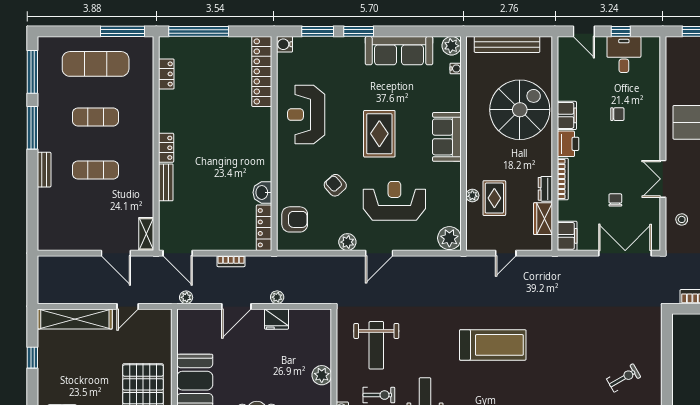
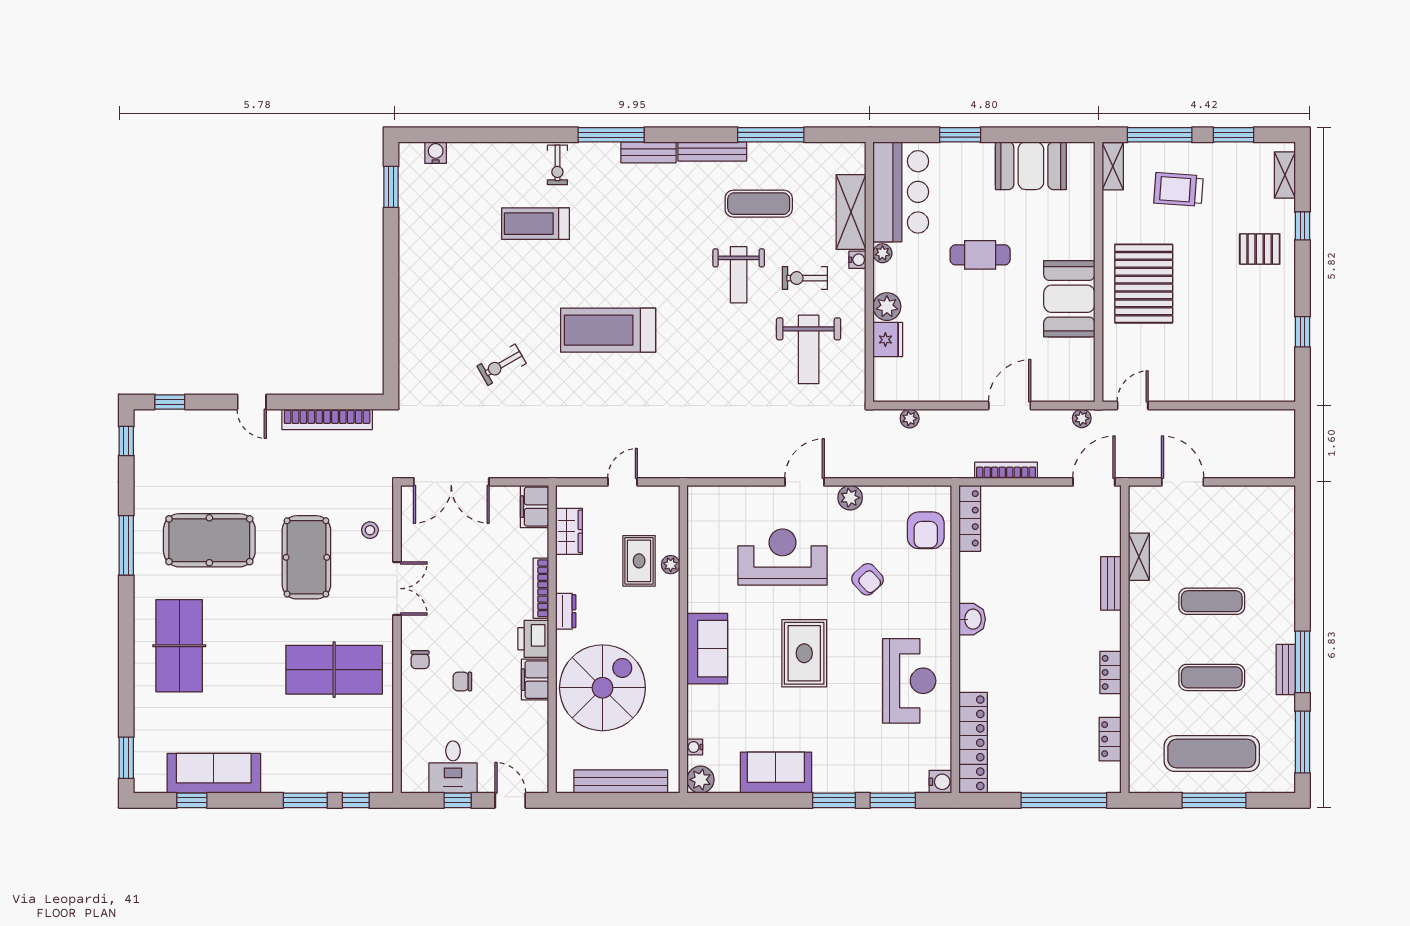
window: (122, 31) -> (1214, 800), moved
sofa: (399, 51) -> (776, 773), width x0.73
spiral stairs: (520, 110) -> (602, 688), turned 180
locker: (166, 148) -> (1110, 672), moved
bench: (44, 170) -> (1286, 669), moved
dresser: (545, 189) -> (566, 611), moved
washbasin: (262, 192) -> (972, 619), moved
chair: (615, 200) -> (420, 660), moved
reception desk: (394, 201) -> (783, 557), turned 180
armchair: (295, 219) -> (926, 530), turned -90
shelving: (146, 234) -> (1139, 557), moved
plant: (449, 238) -> (704, 503), removed
door: (178, 253) -> (1094, 482), hinge flipped
bookcase: (231, 261) -> (1006, 470), width x1.56
plant: (277, 297) -> (910, 418), moved
door: (128, 306) -> (1133, 406), moved
shelving: (75, 319) -> (1241, 387), removed
fridge: (276, 319) -> (888, 340), moved, turned 90
weight bench: (376, 345) -> (809, 349), turned 180
treadmill: (493, 345) -> (608, 330), moved
exercise bike: (624, 378) -> (502, 365), moved

